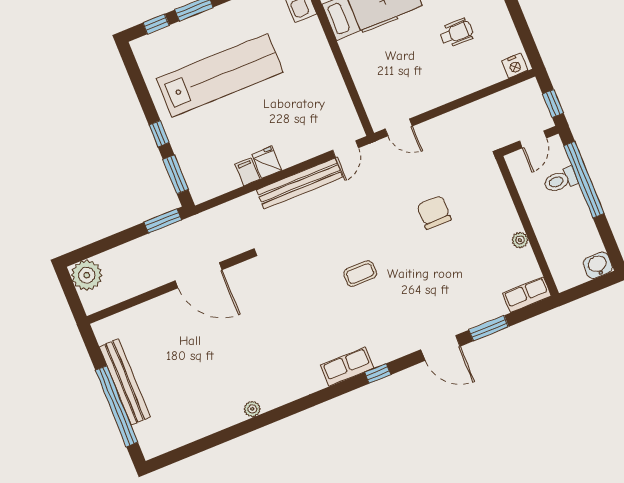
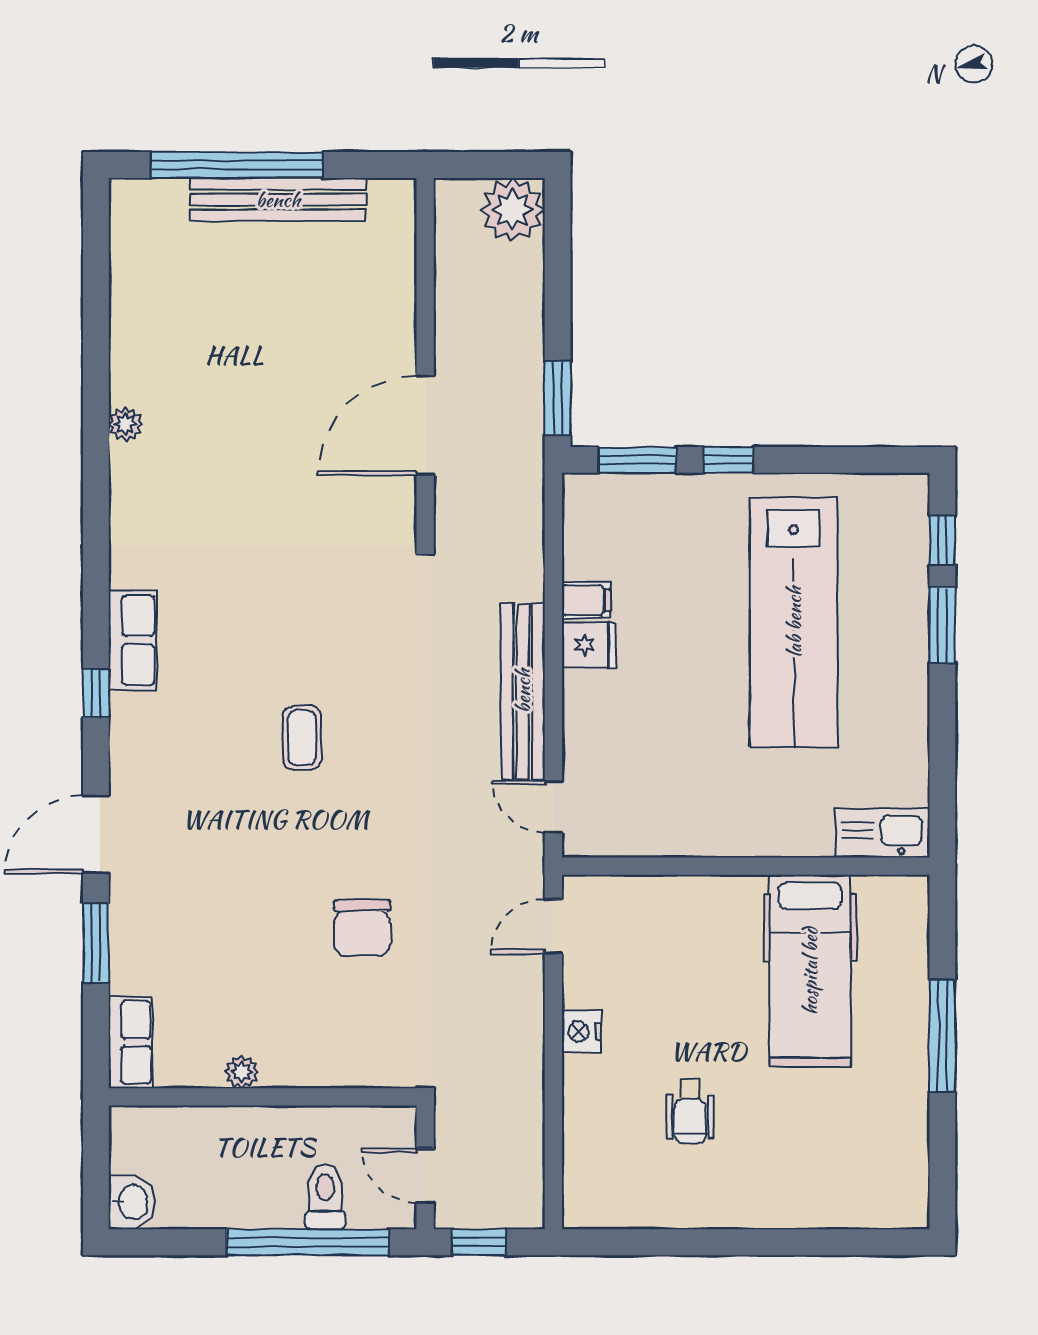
nightstand: (515, 66) -> (582, 1031), moved
chair: (434, 212) -> (362, 928), turned 90

